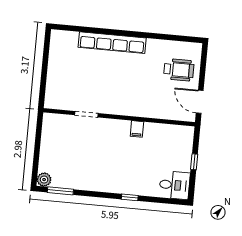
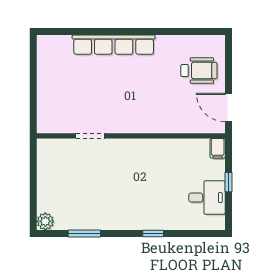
filing cabinet: (137, 129) -> (218, 148), moved
desk: (175, 185) -> (207, 198), moved
window: (60, 191) -> (84, 233), moved

